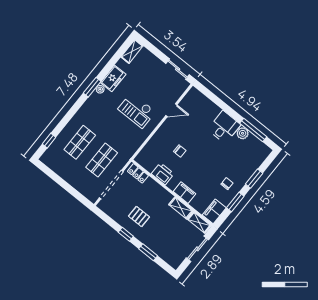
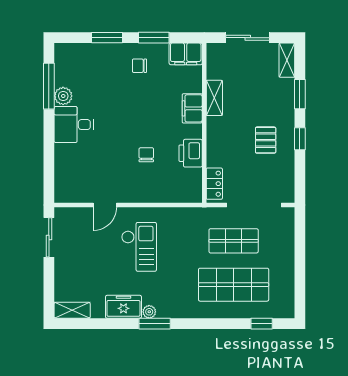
door: (171, 110) -> (105, 205), swing flipped
shop shelf: (80, 142) -> (234, 285), width x1.43, depth x1.36
shelving: (199, 222) -> (287, 60), moved

